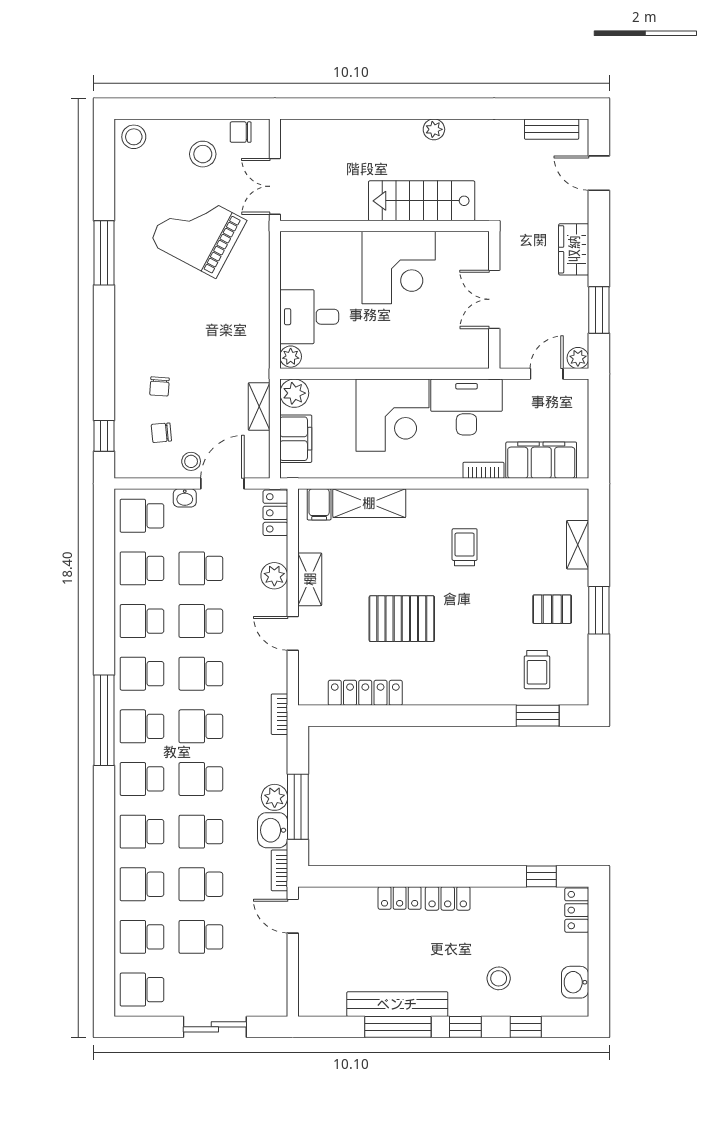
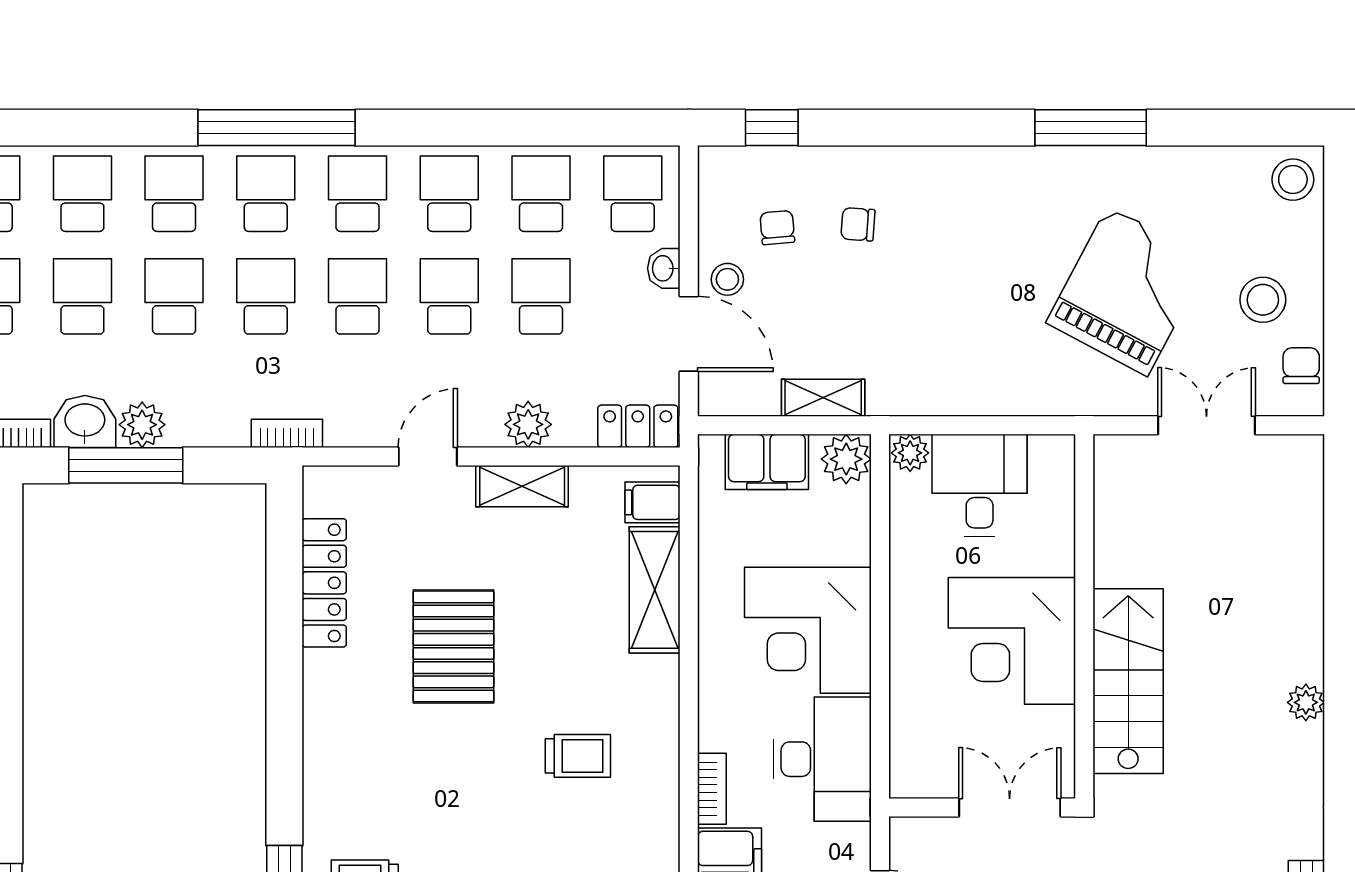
stairs: (422, 201) -> (1128, 681), moved
wall: (385, 226) -> (1084, 616), moved
corner desk: (399, 267) -> (1012, 641), moved

